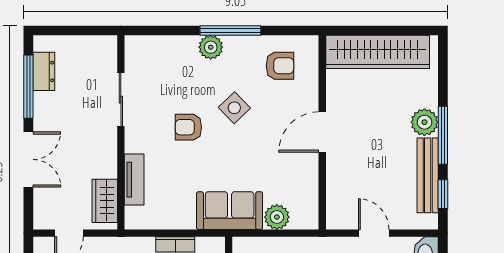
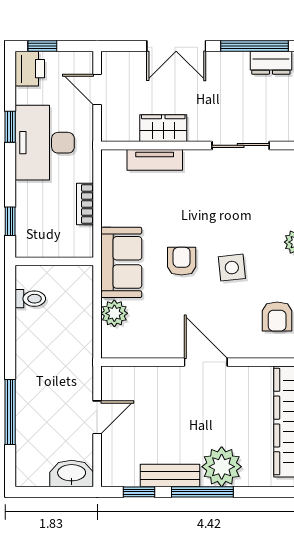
side table: (234, 108) -> (232, 268), turned 38
plant: (424, 122) -> (222, 467), width x1.36, depth x1.36
armchair: (188, 127) -> (182, 261), moved
bench: (428, 175) -> (170, 475), width x0.73
wardrobe: (105, 201) -> (163, 128), moved

